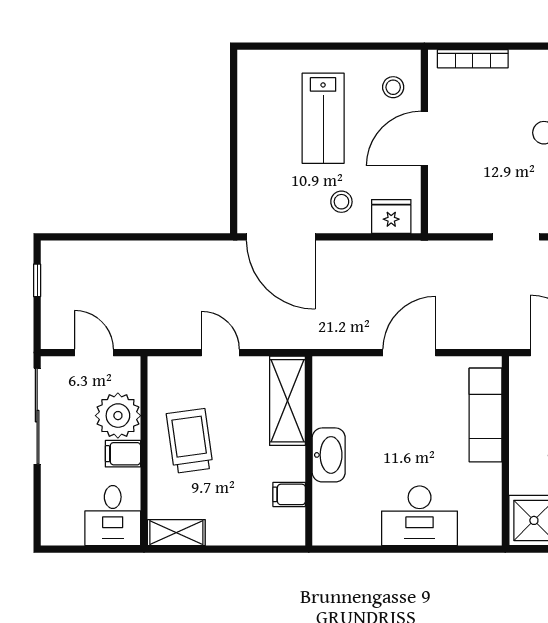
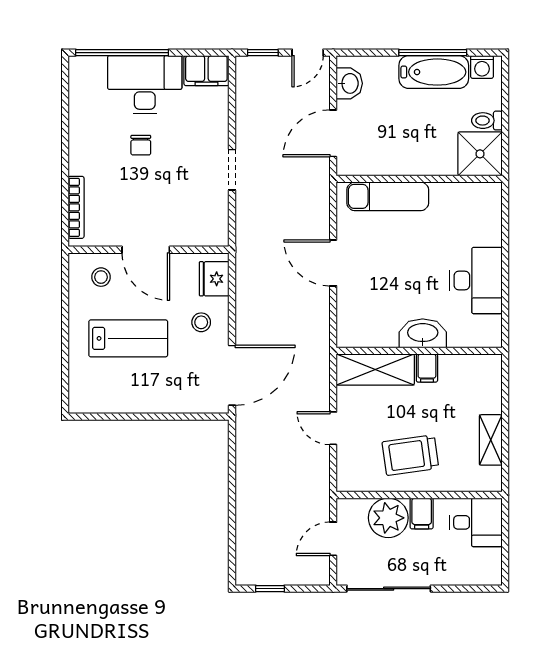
door: (220, 353) -> (333, 428), hinge flipped
filing cabinet: (289, 494) -> (427, 368), moved
desk: (420, 516) -> (476, 280), moved
shelving: (176, 533) -> (491, 440), moved

